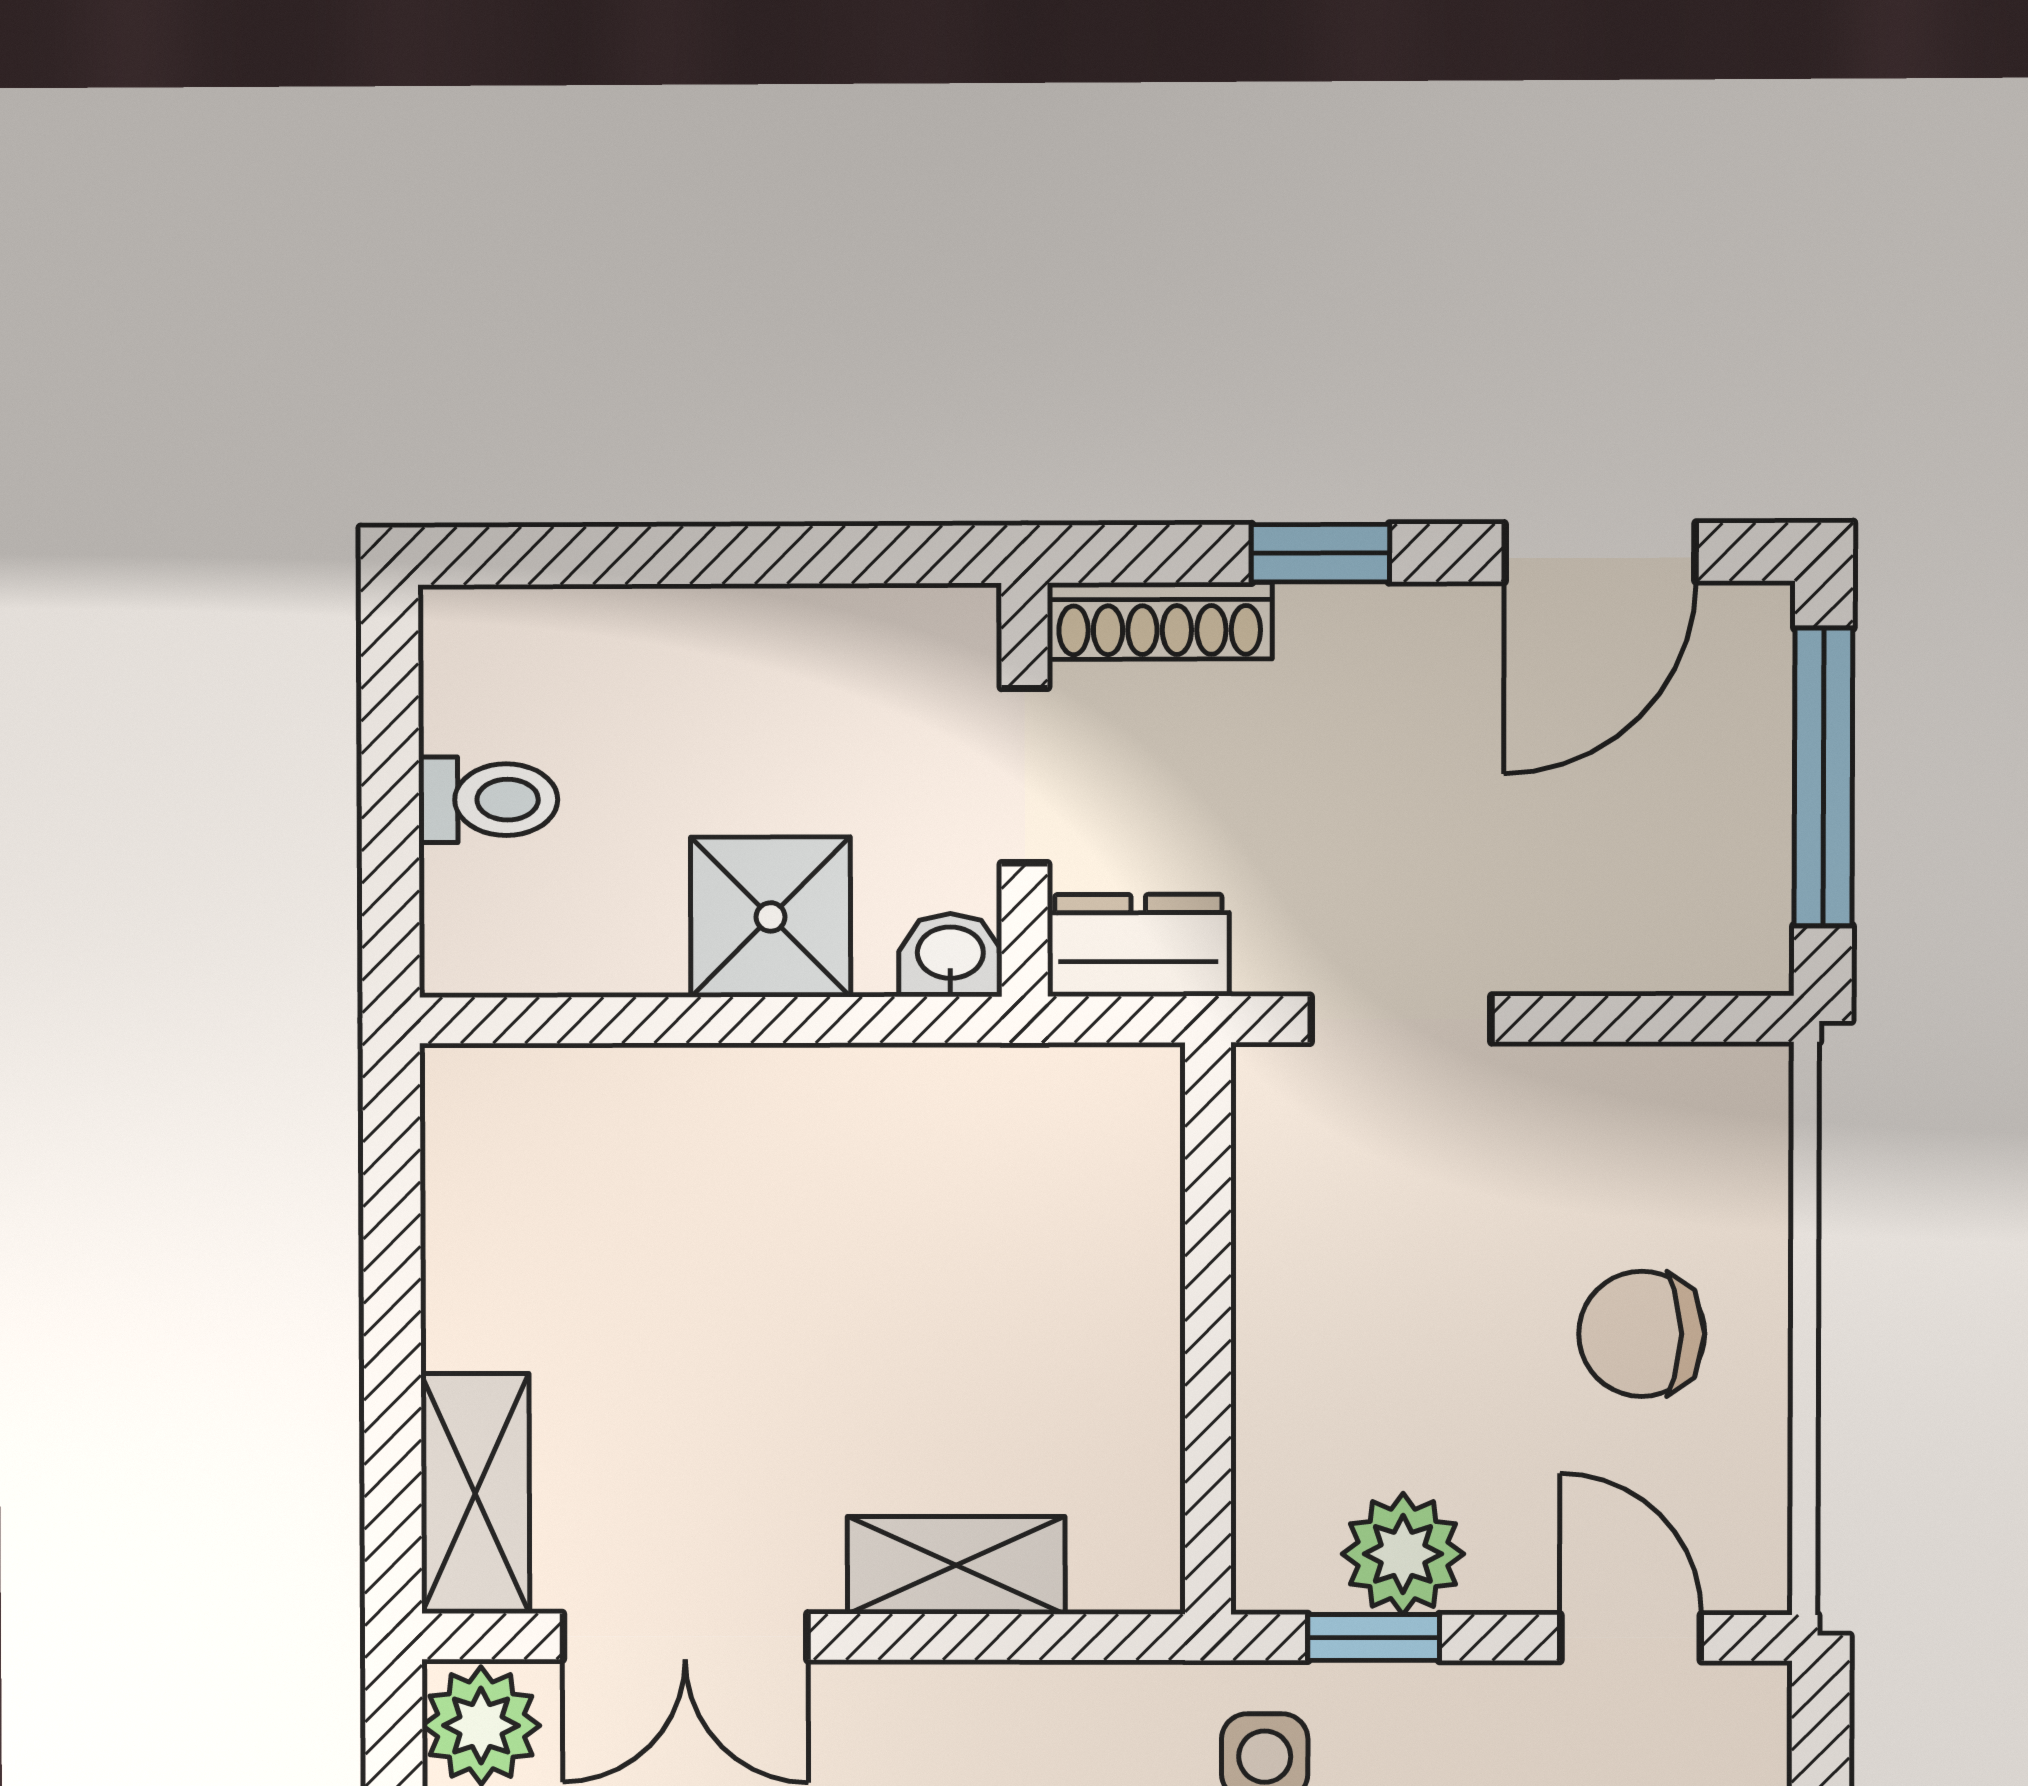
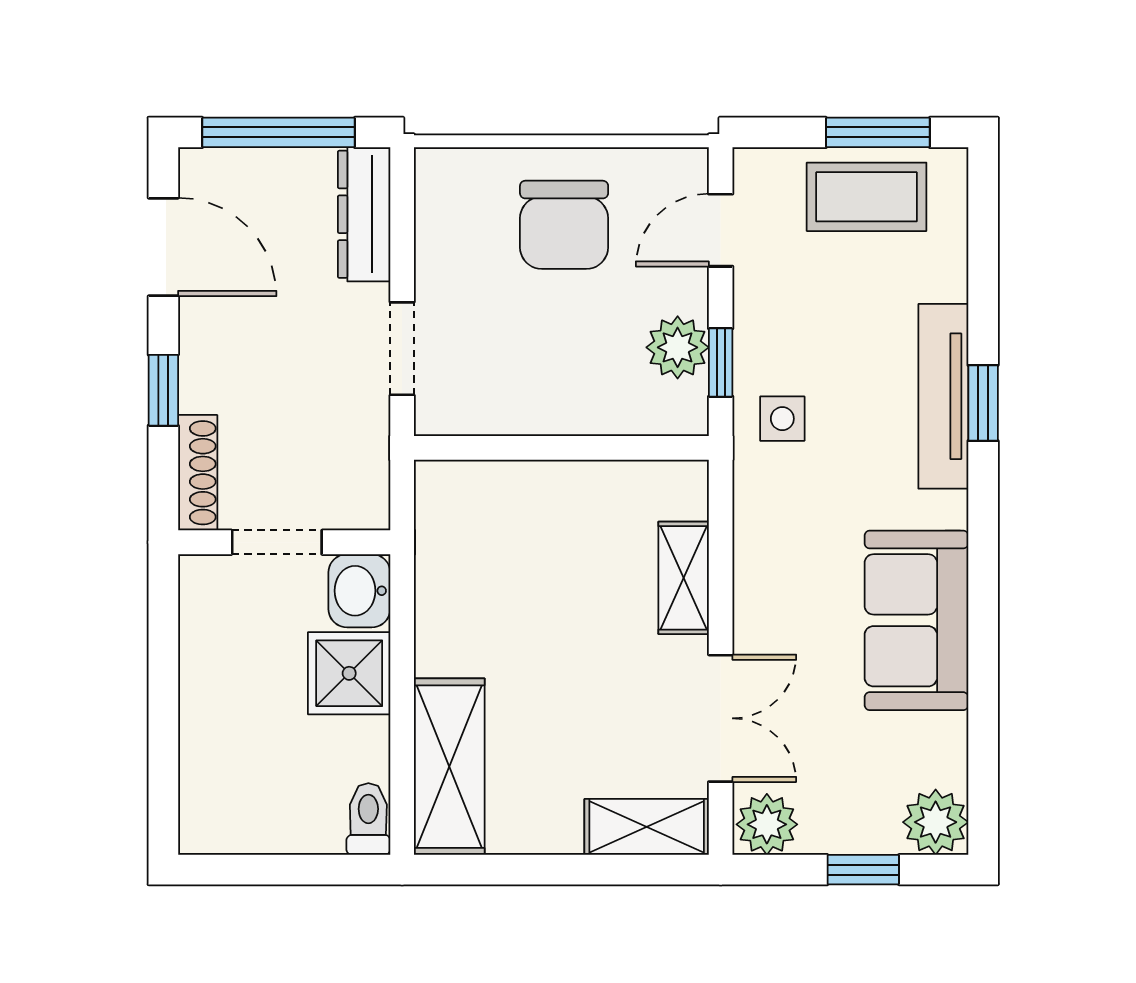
toilet: (488, 800) -> (368, 819), moved
dresser: (1138, 945) -> (364, 214), moved, width x1.44
washbasin: (950, 955) -> (359, 591), width x1.38, depth x1.45
shelving: (590, 1112) -> (449, 767), added
chair: (1642, 1334) -> (564, 225), width x1.37, depth x1.37

